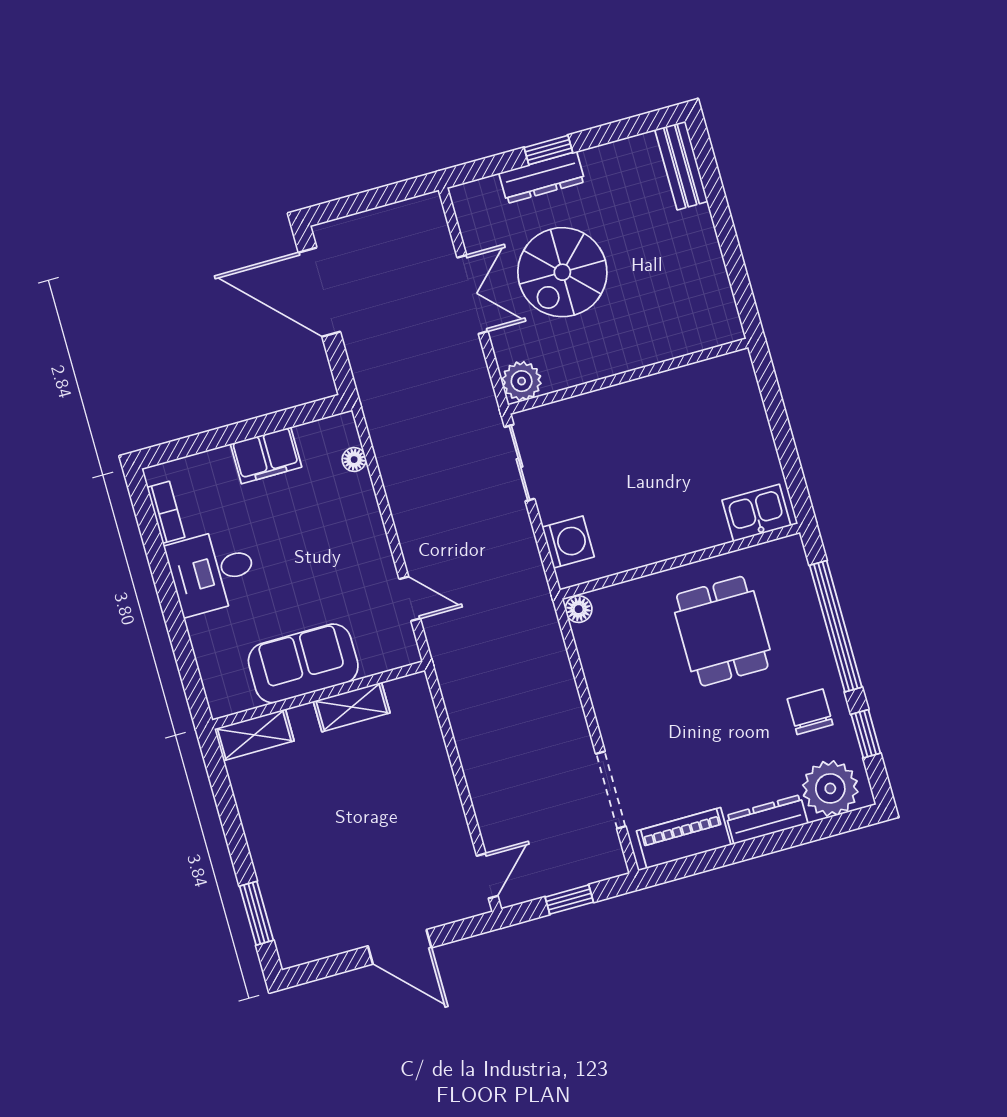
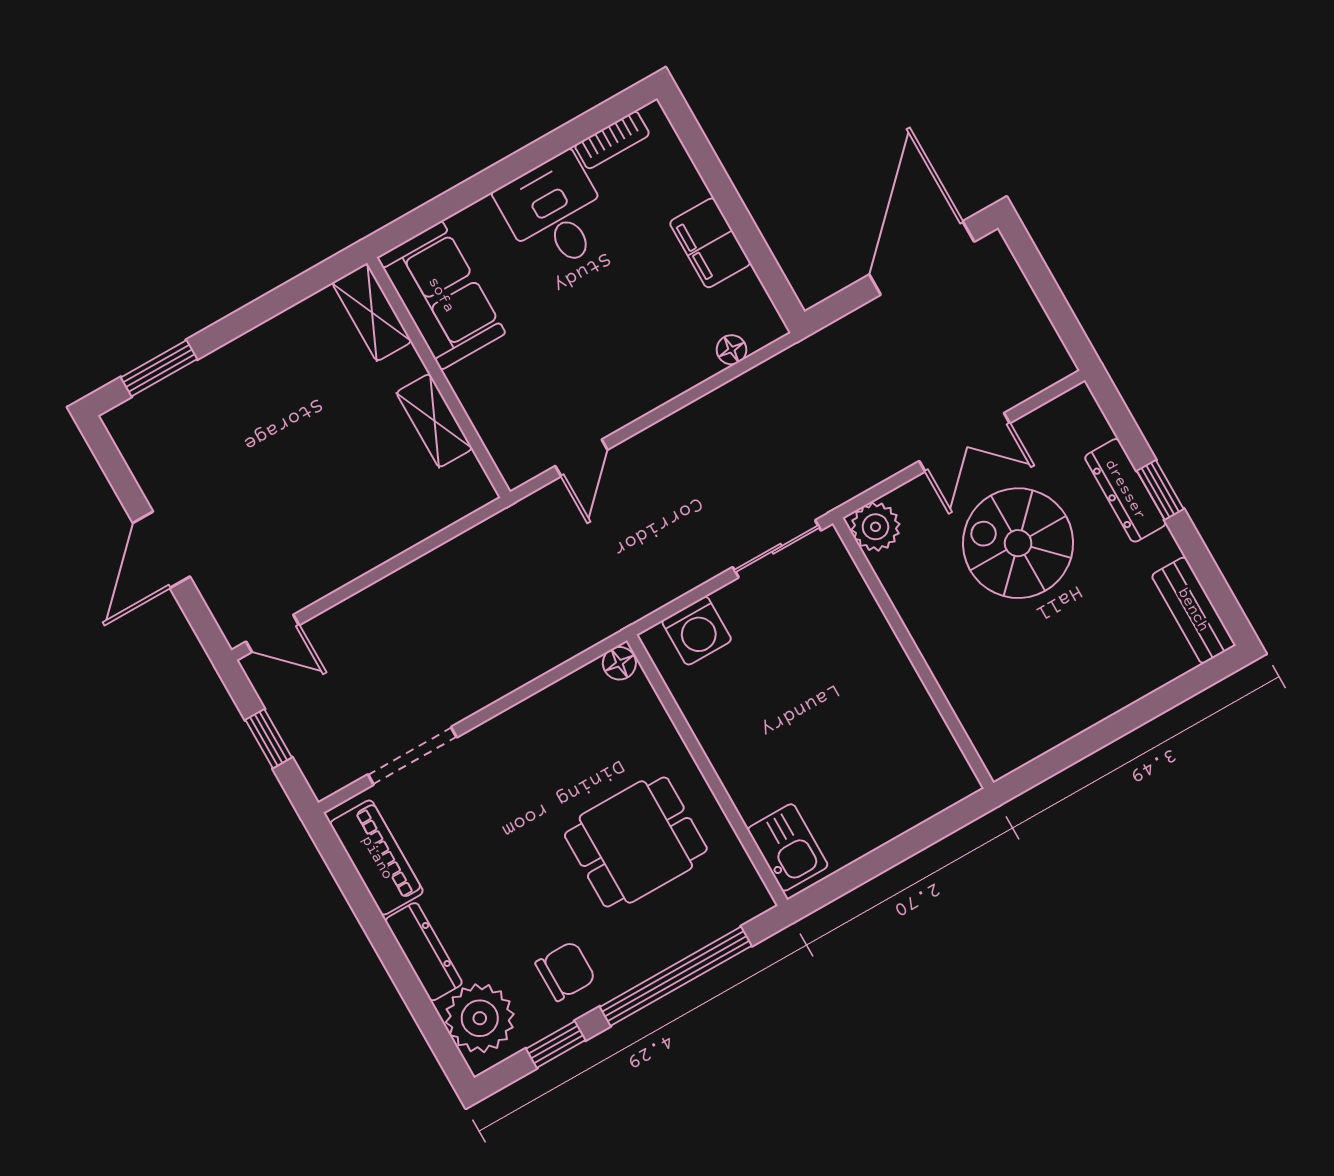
bench: (681, 166) -> (1193, 610), moved, turned 90
sofa: (303, 663) -> (441, 295), moved

